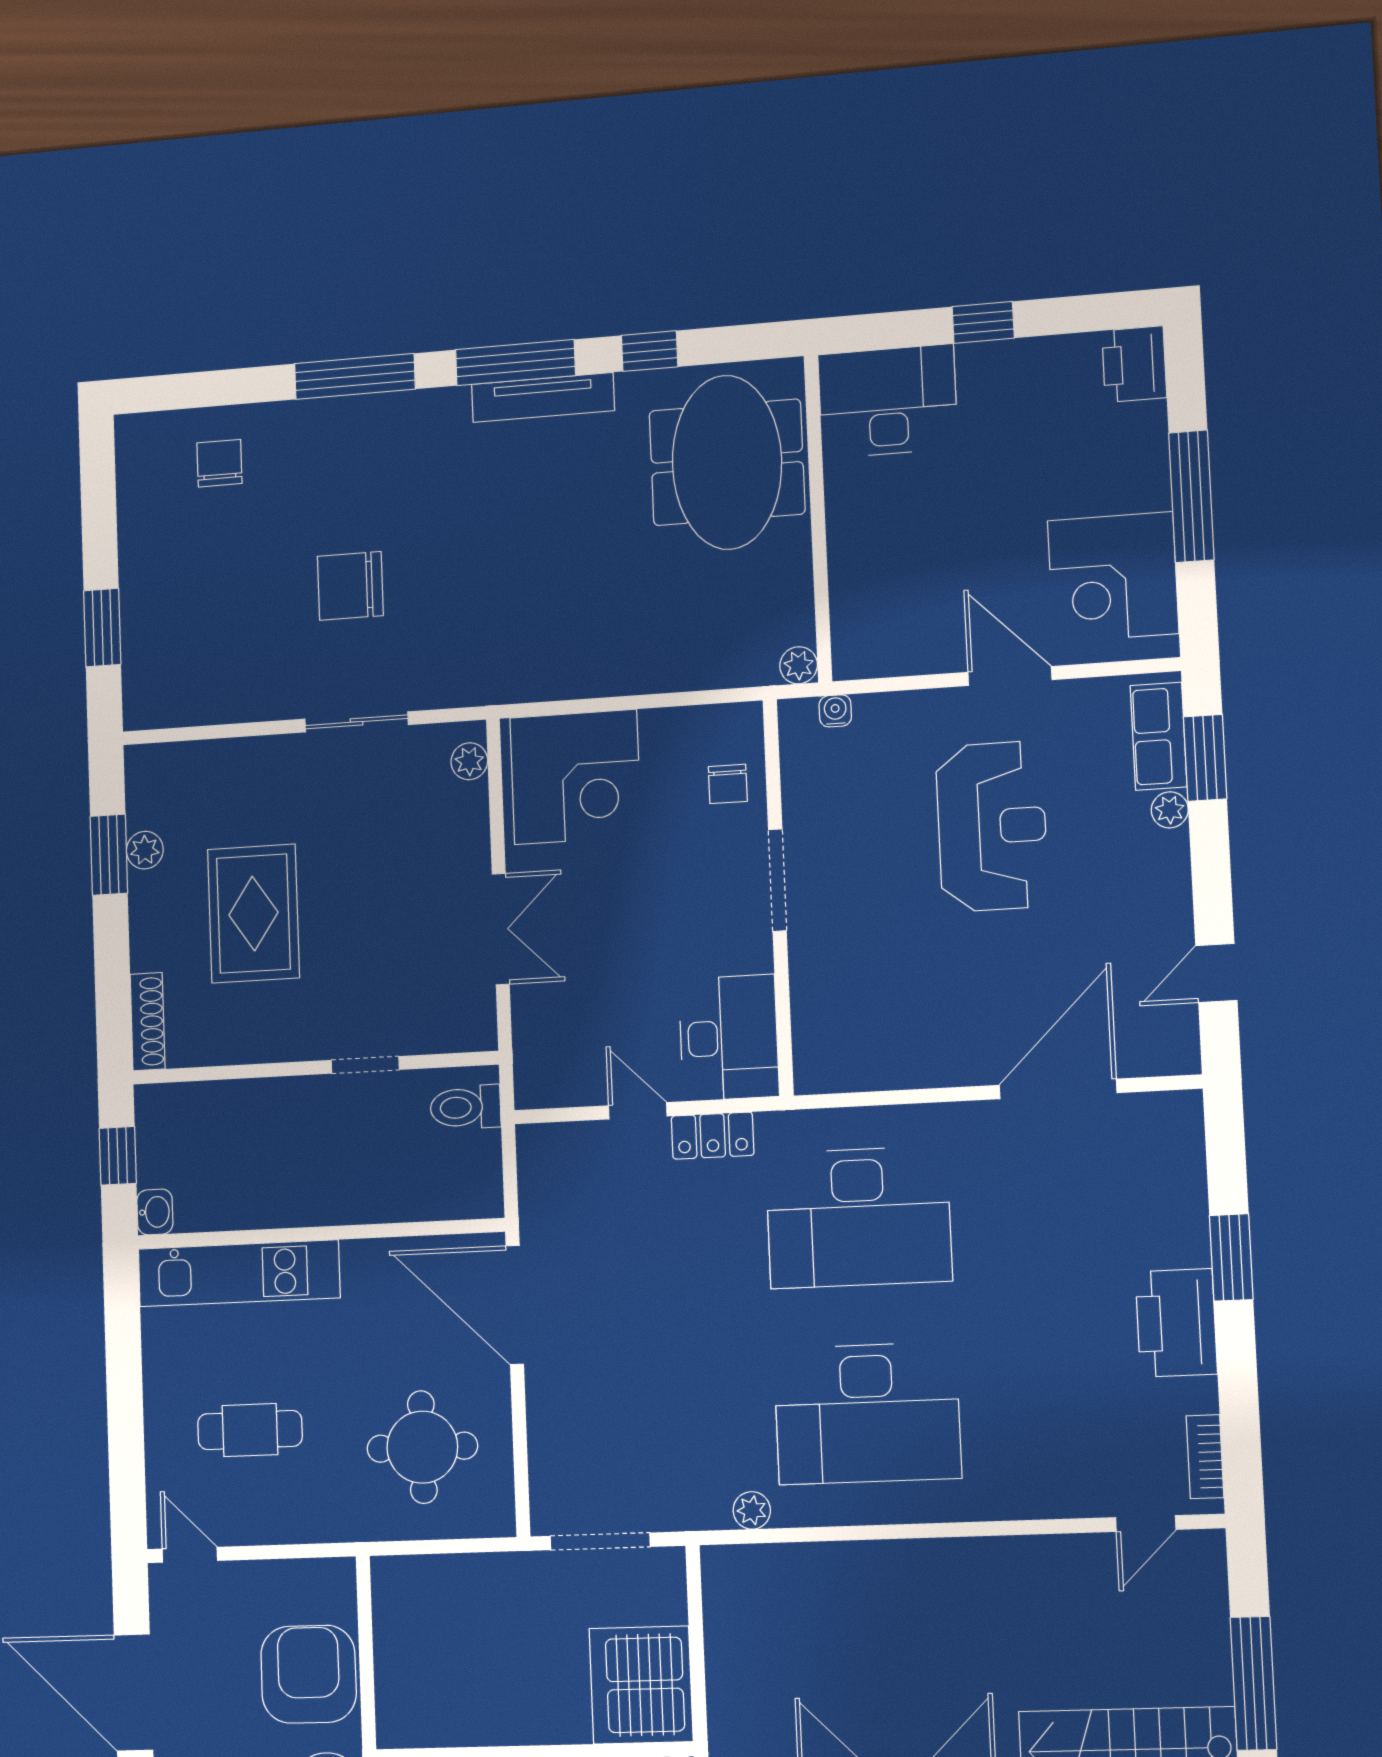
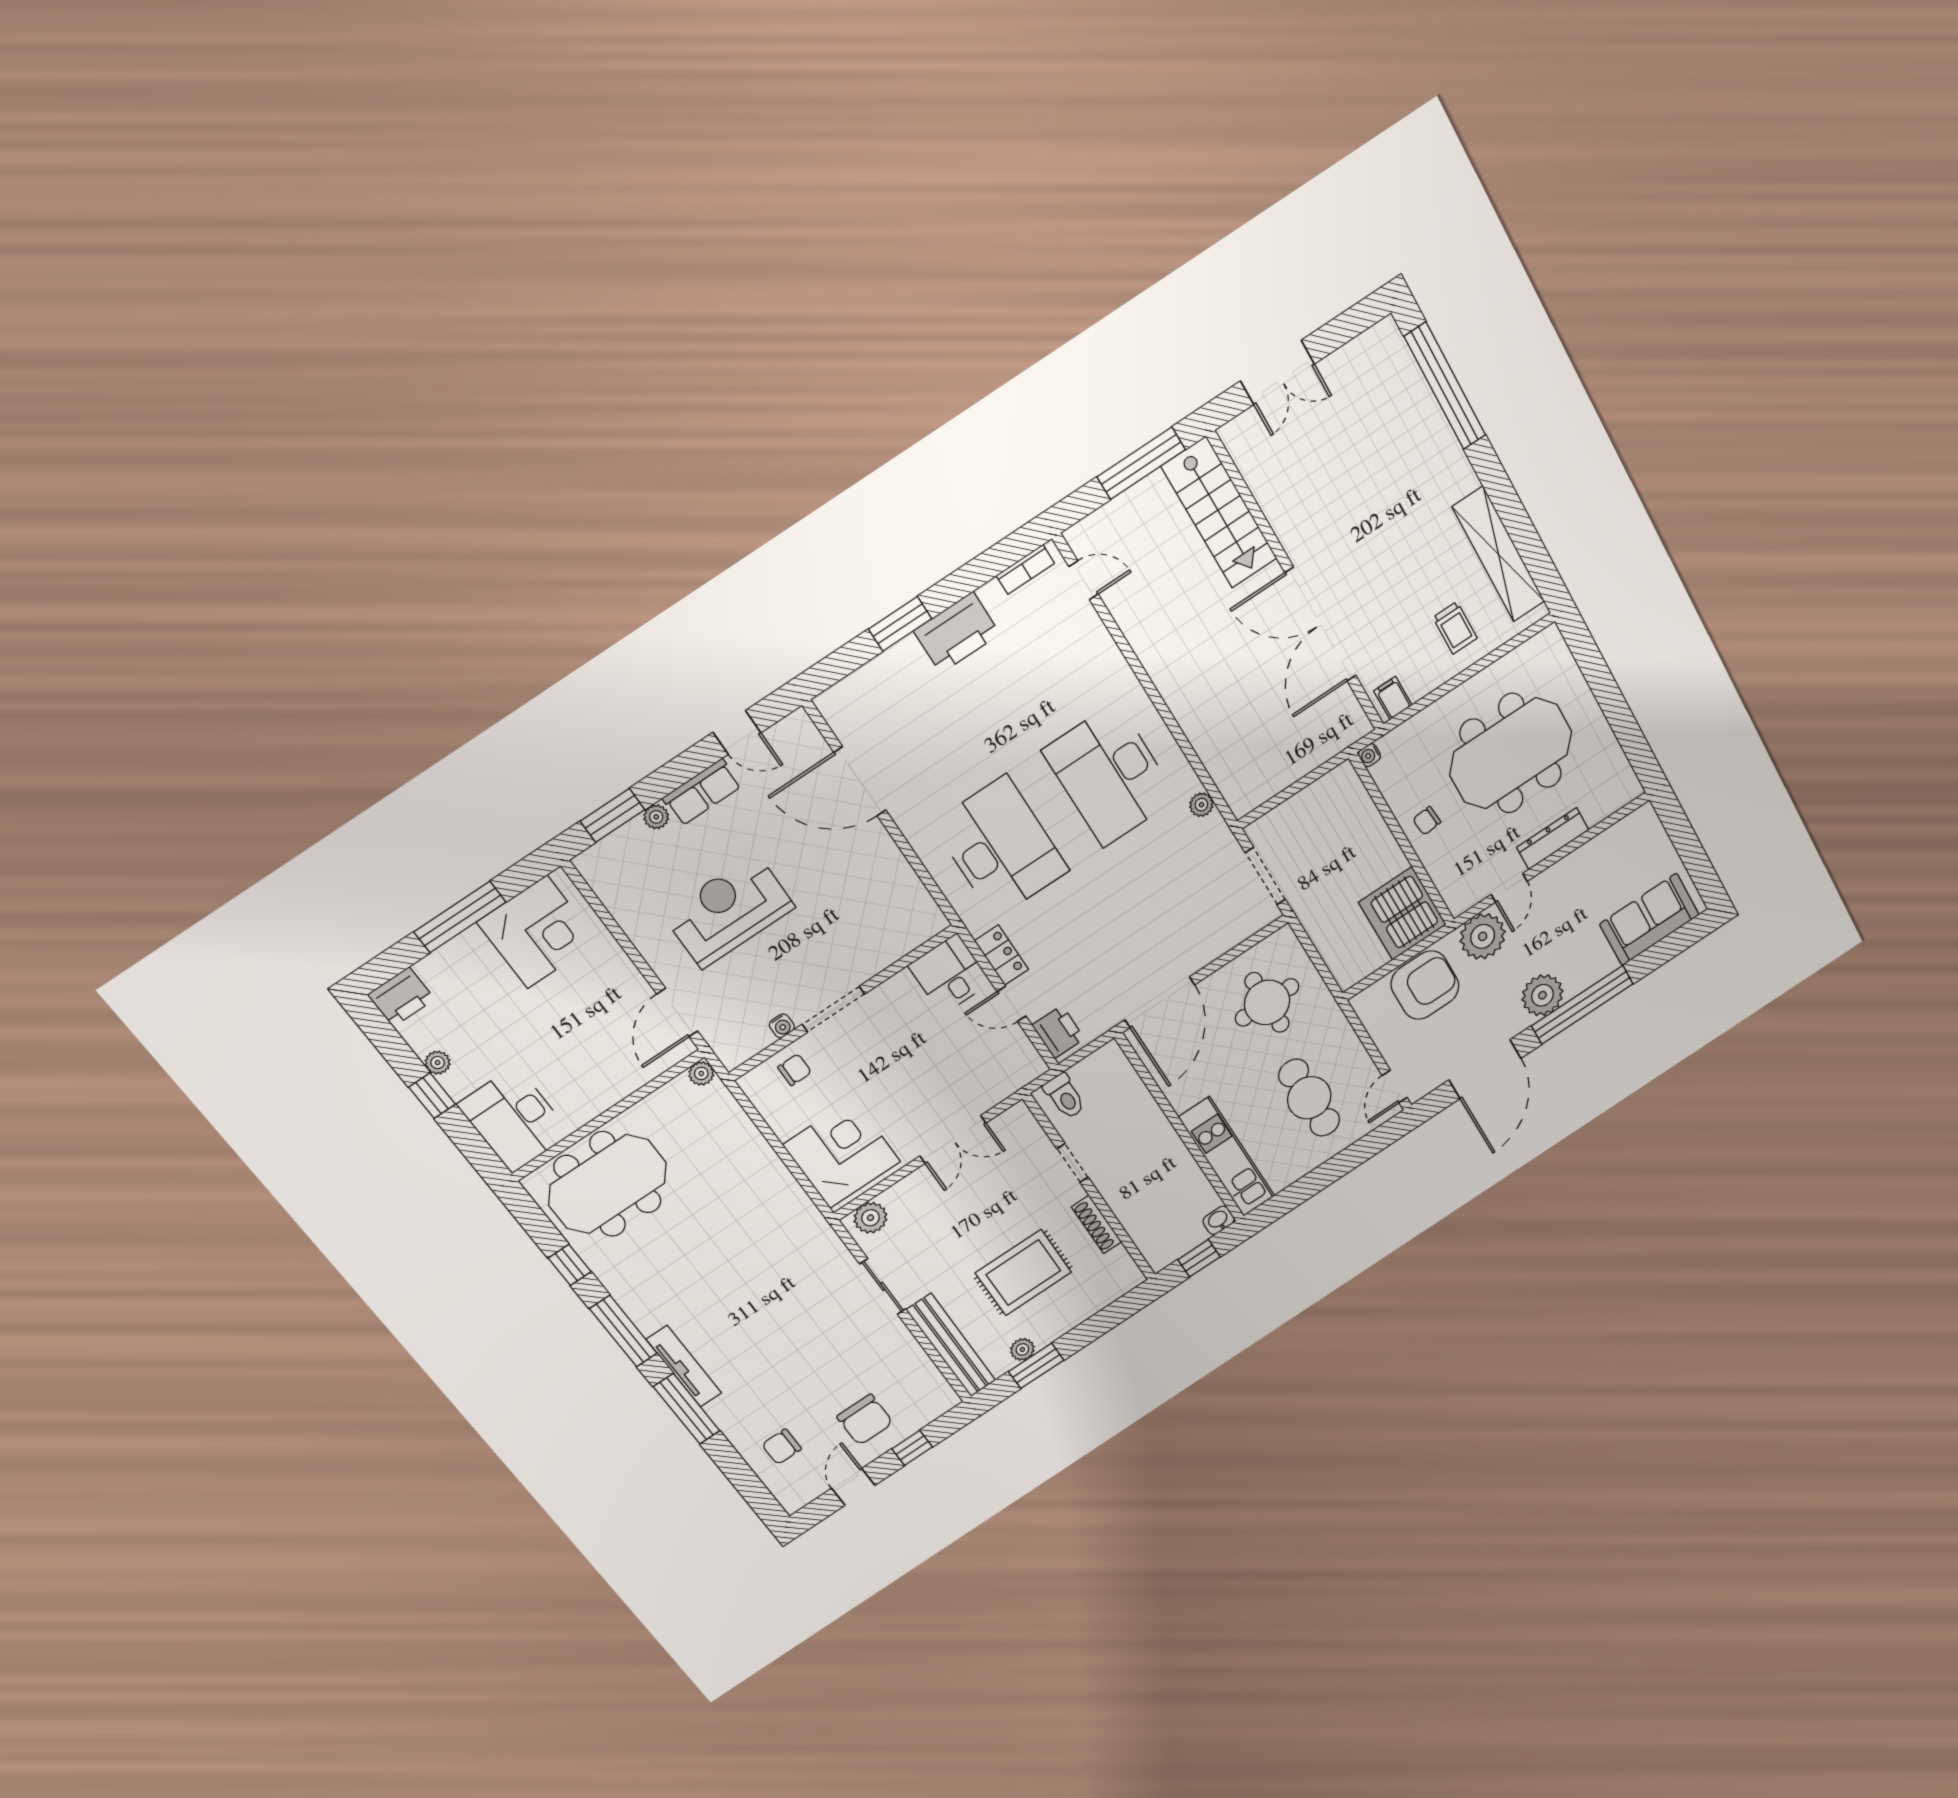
plant: (1022, 355) -> (438, 1063), added
tv unit: (543, 397) -> (684, 1366), moved
door: (99, 520) -> (853, 1487), added
chair: (350, 586) -> (865, 1420), moved
window: (102, 628) -> (912, 1448), width x0.67
door: (1010, 676) -> (677, 1013), moved
water cooler: (835, 711) -> (782, 1026), moved, turned -90
row of seats: (1159, 736) -> (702, 792), moved
plant: (469, 761) -> (870, 1218), width x1.38, depth x1.38
bench: (214, 762) -> (951, 1345), added
double door: (501, 929) -> (953, 1139), swing flipped
shoe rack: (148, 1022) -> (1096, 1224), moved, turned -90
desk: (729, 1038) -> (950, 974), width x0.73
door: (638, 1111) -> (1012, 1004), hinge flipped
printer: (560, 1149) -> (1058, 1032), added
desk: (867, 1413) -> (1110, 775), turned 180
cafe table: (250, 1430) -> (1309, 1098), width x1.37, depth x1.35
armchair: (309, 1674) -> (1425, 985), turned 180
server rack: (641, 1685) -> (1402, 914), moved, turned 90

